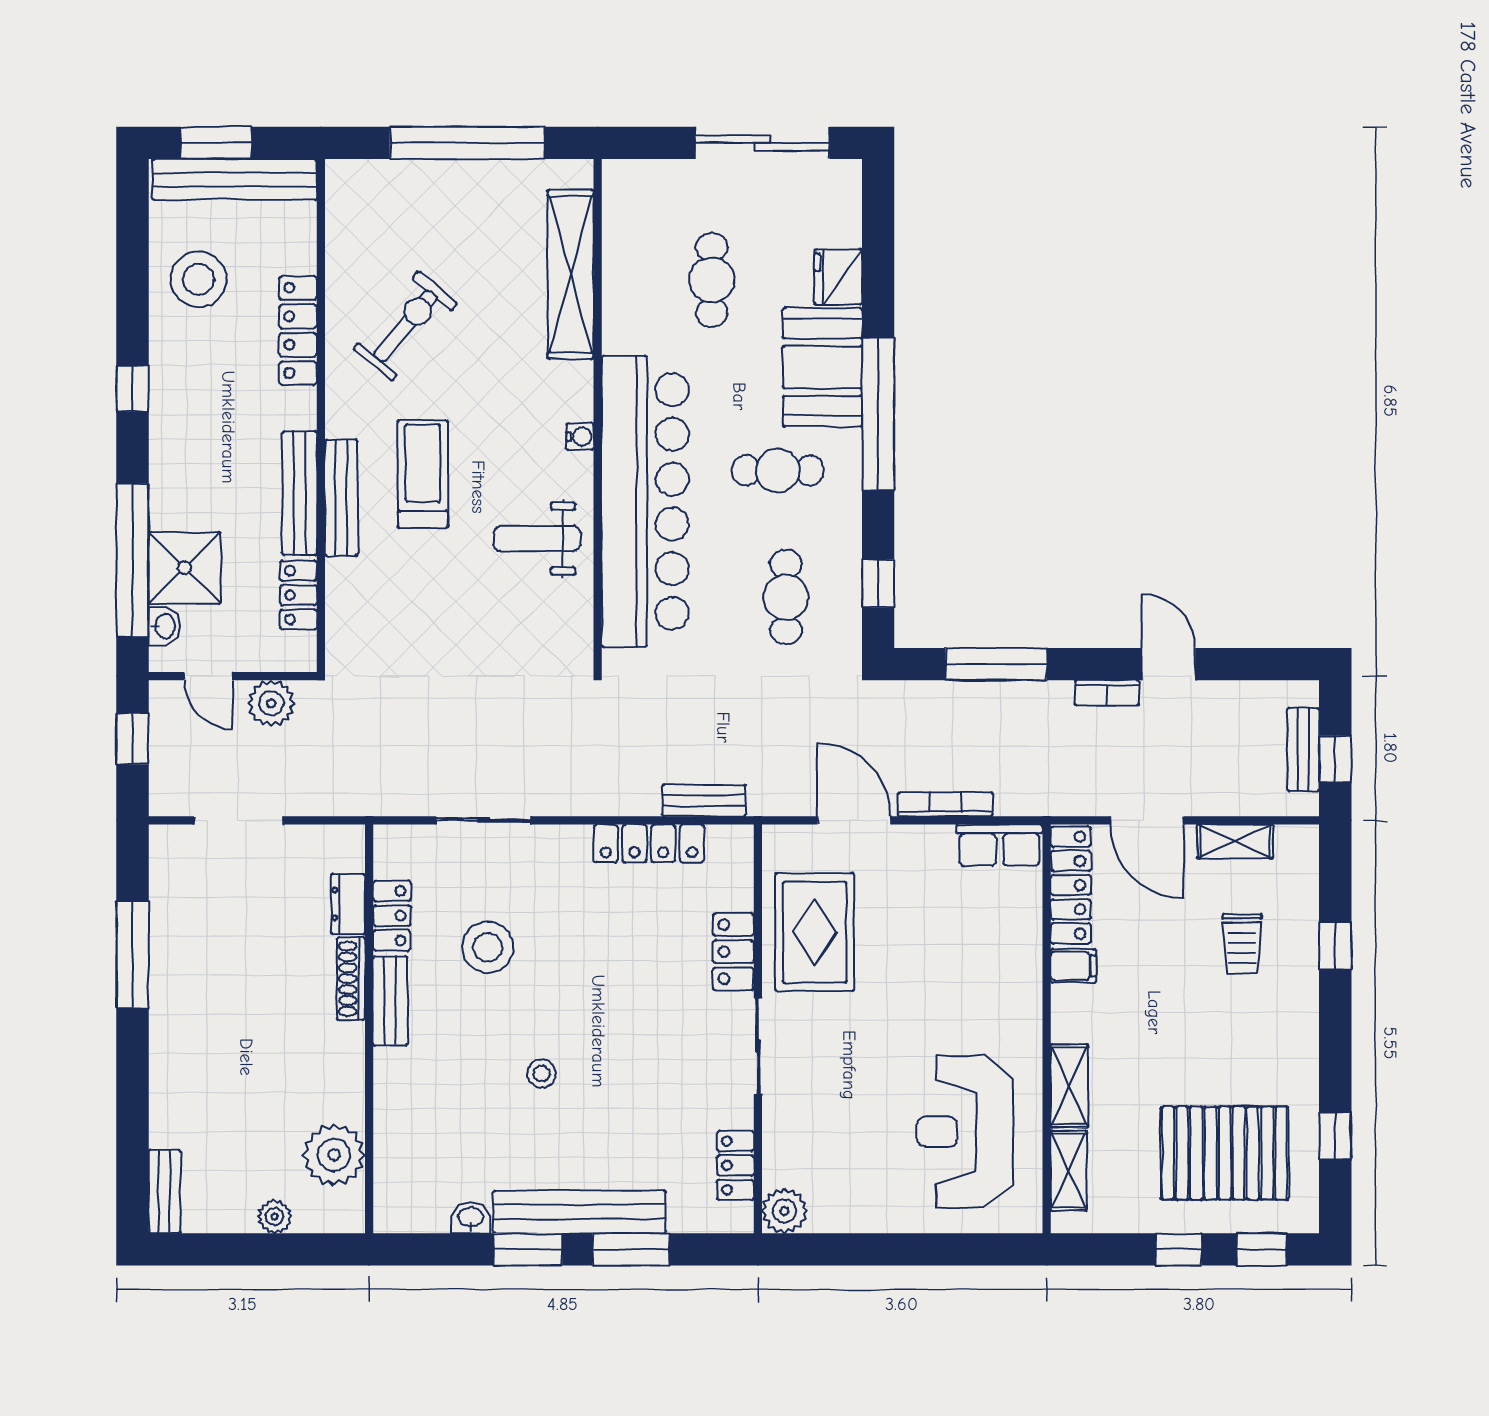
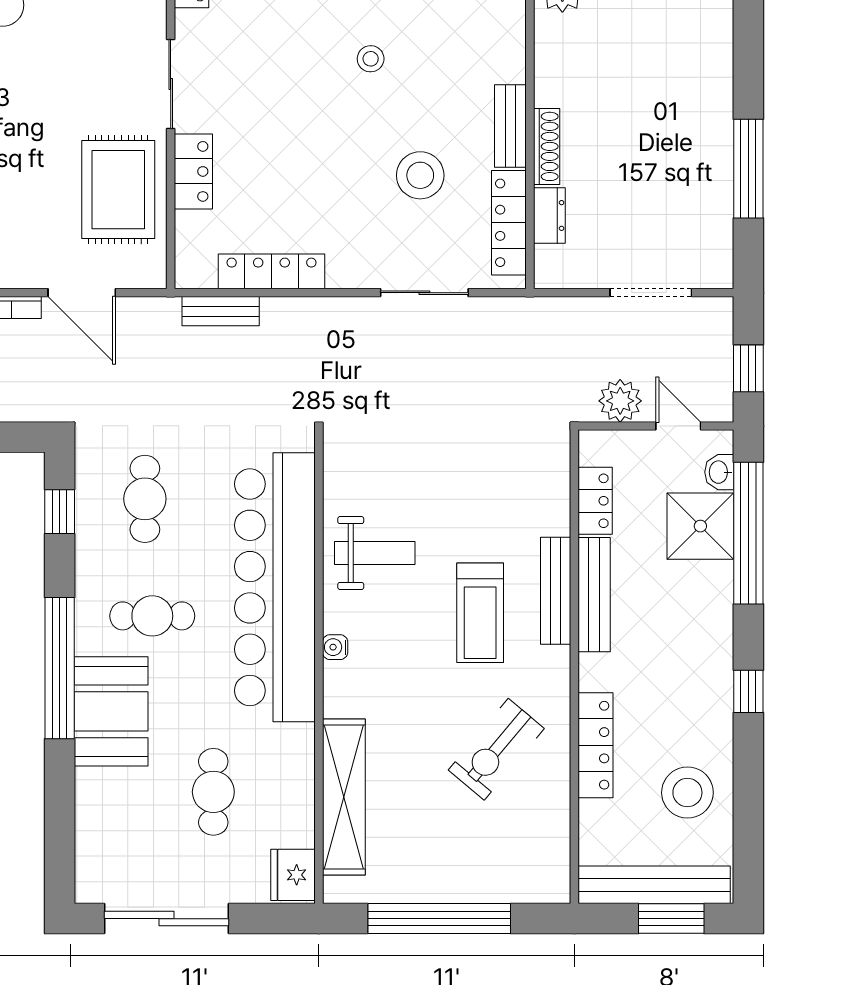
fridge: (838, 277) -> (293, 875), moved, turned 180
locker: (392, 916) -> (509, 223), width x1.53

